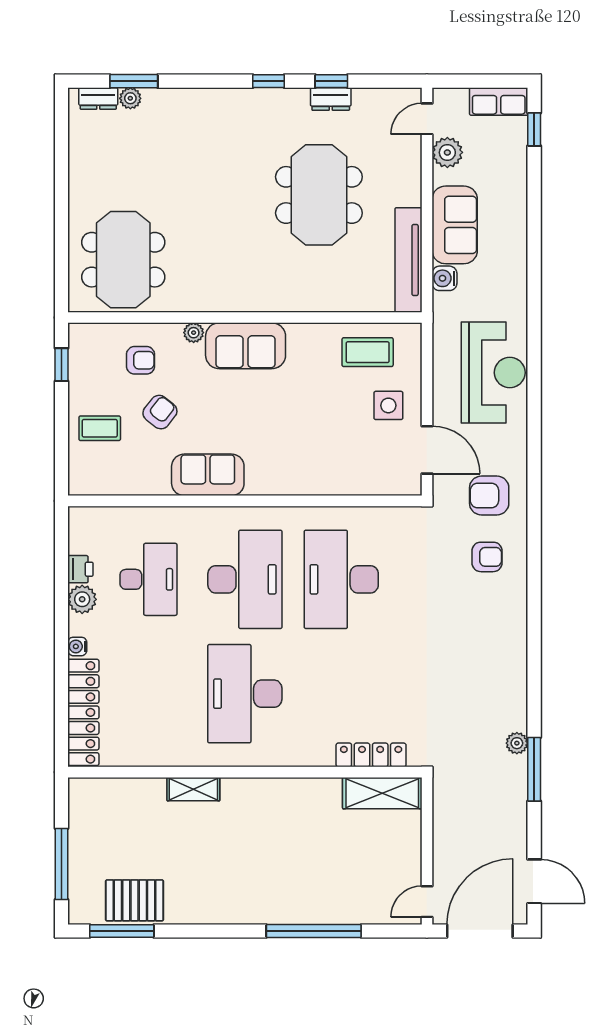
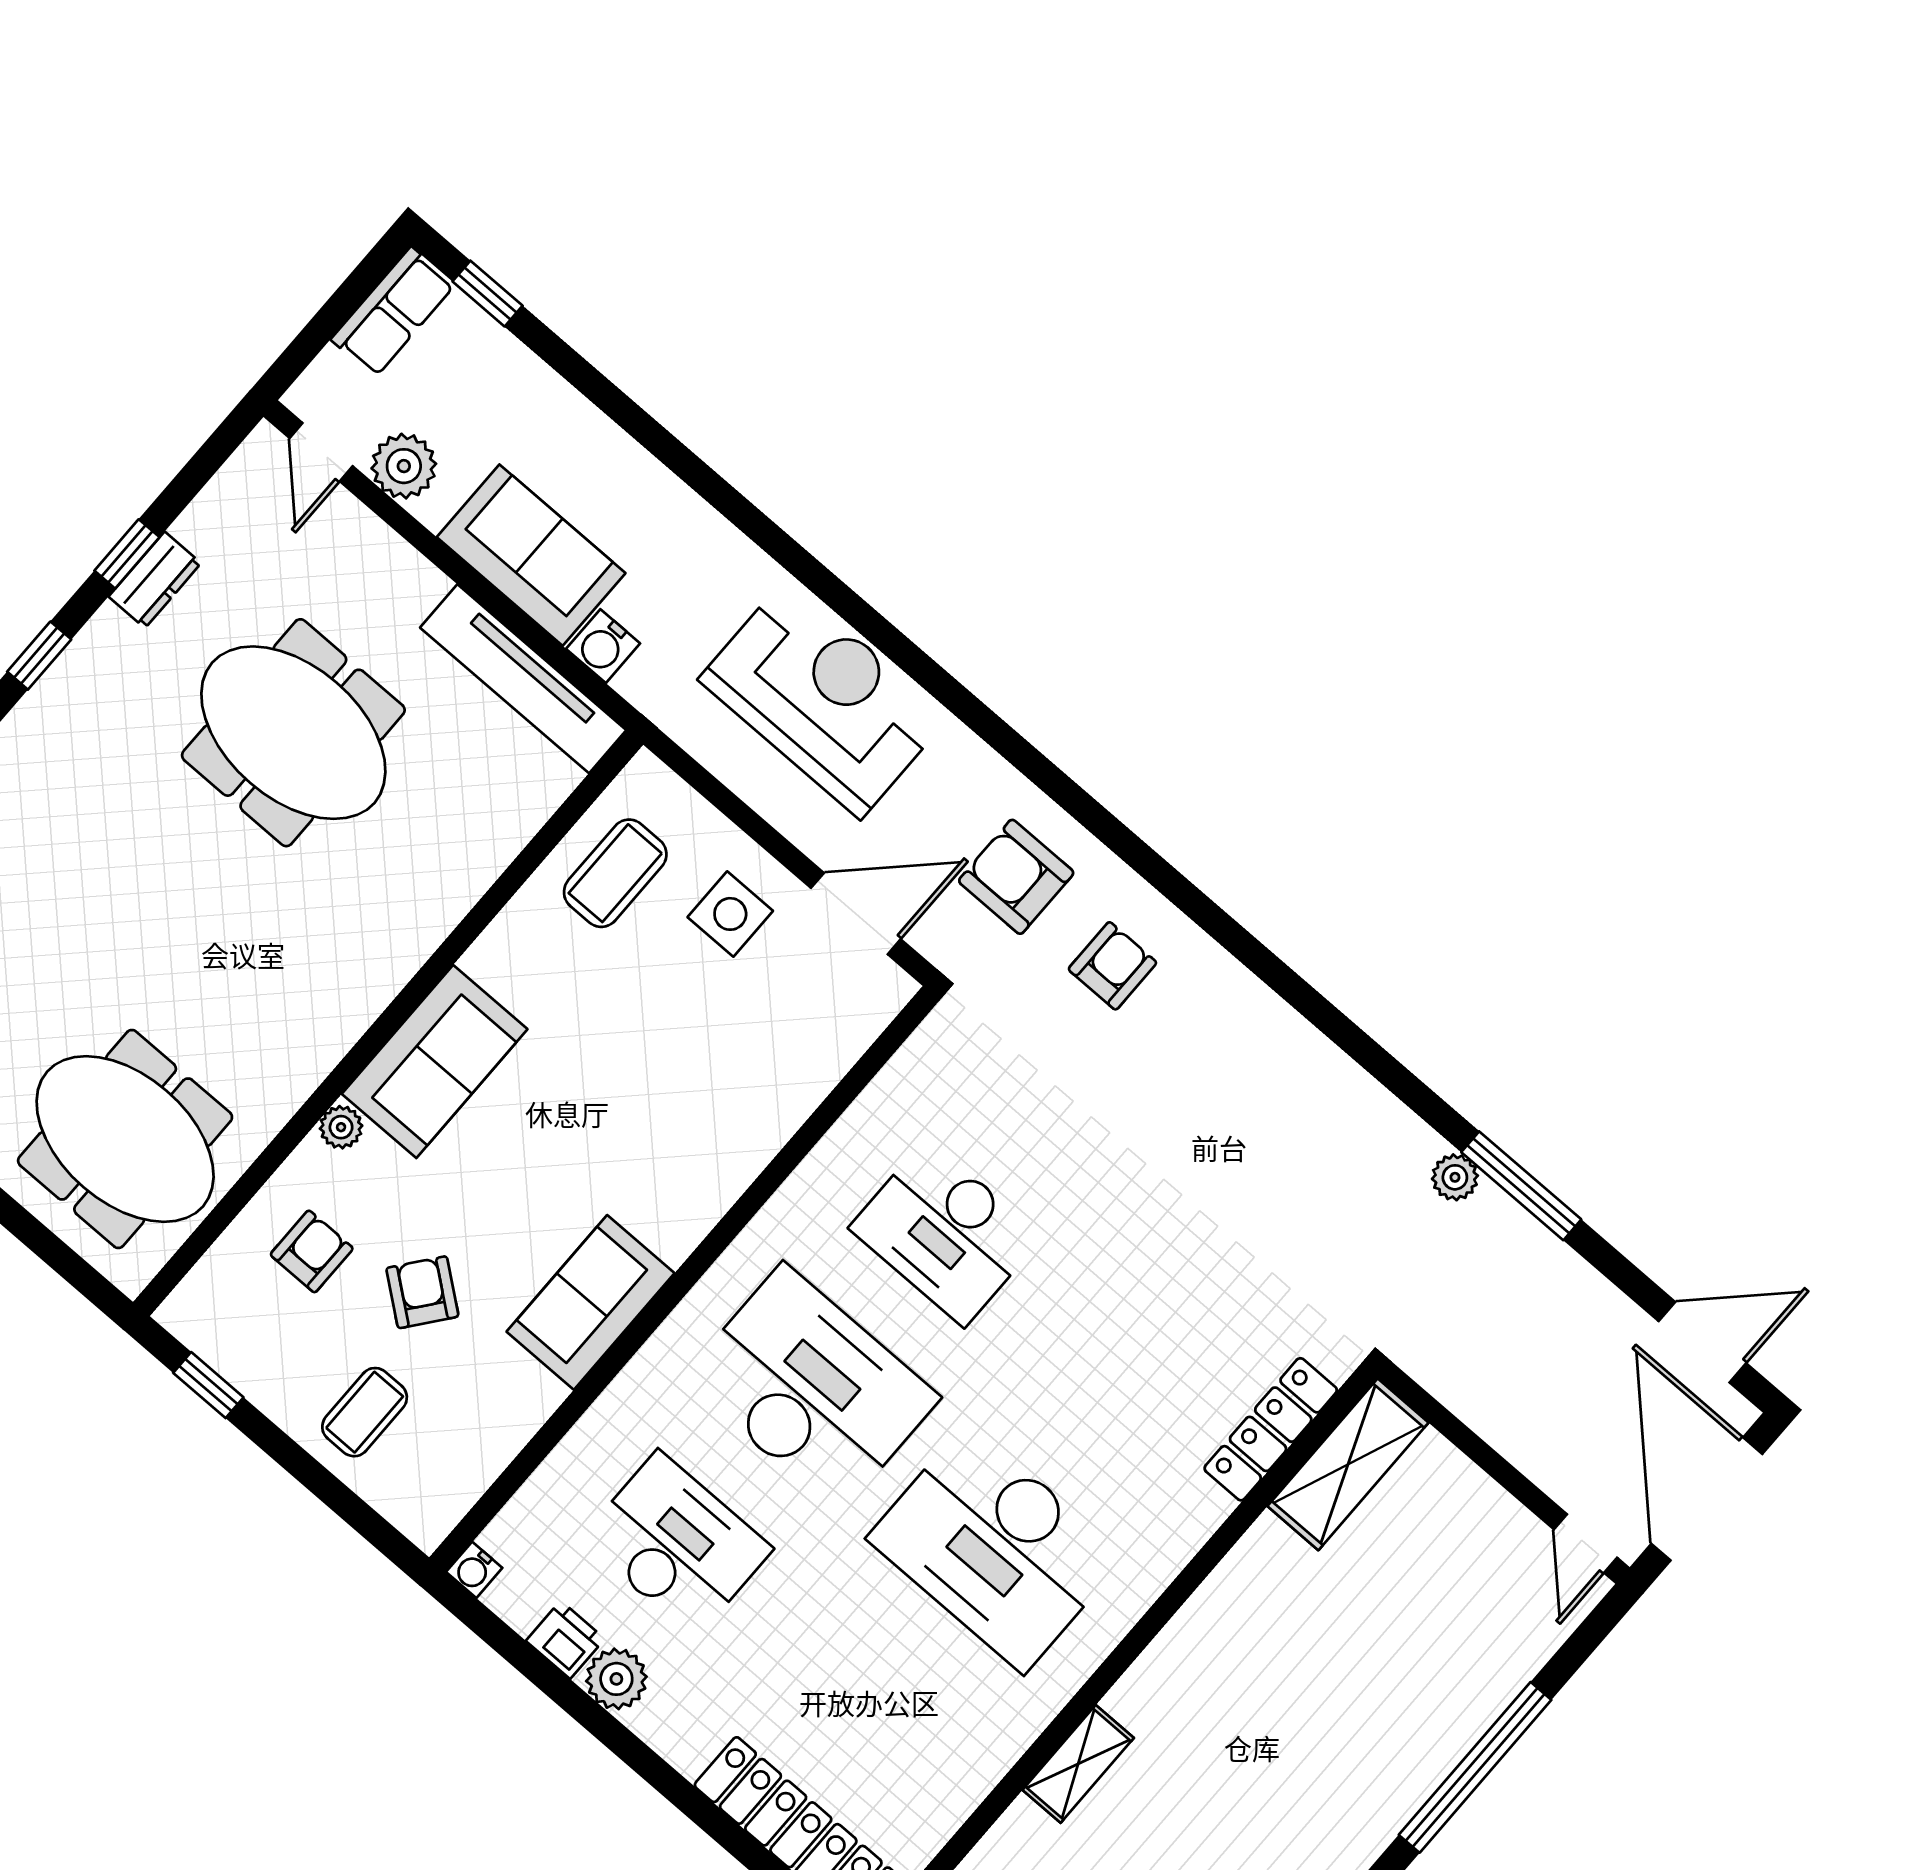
armchair: (489, 495) -> (1016, 877), turned 90
desk: (341, 579) -> (946, 1233), width x0.73, depth x0.77
water cooler: (77, 646) -> (474, 1570), moved

